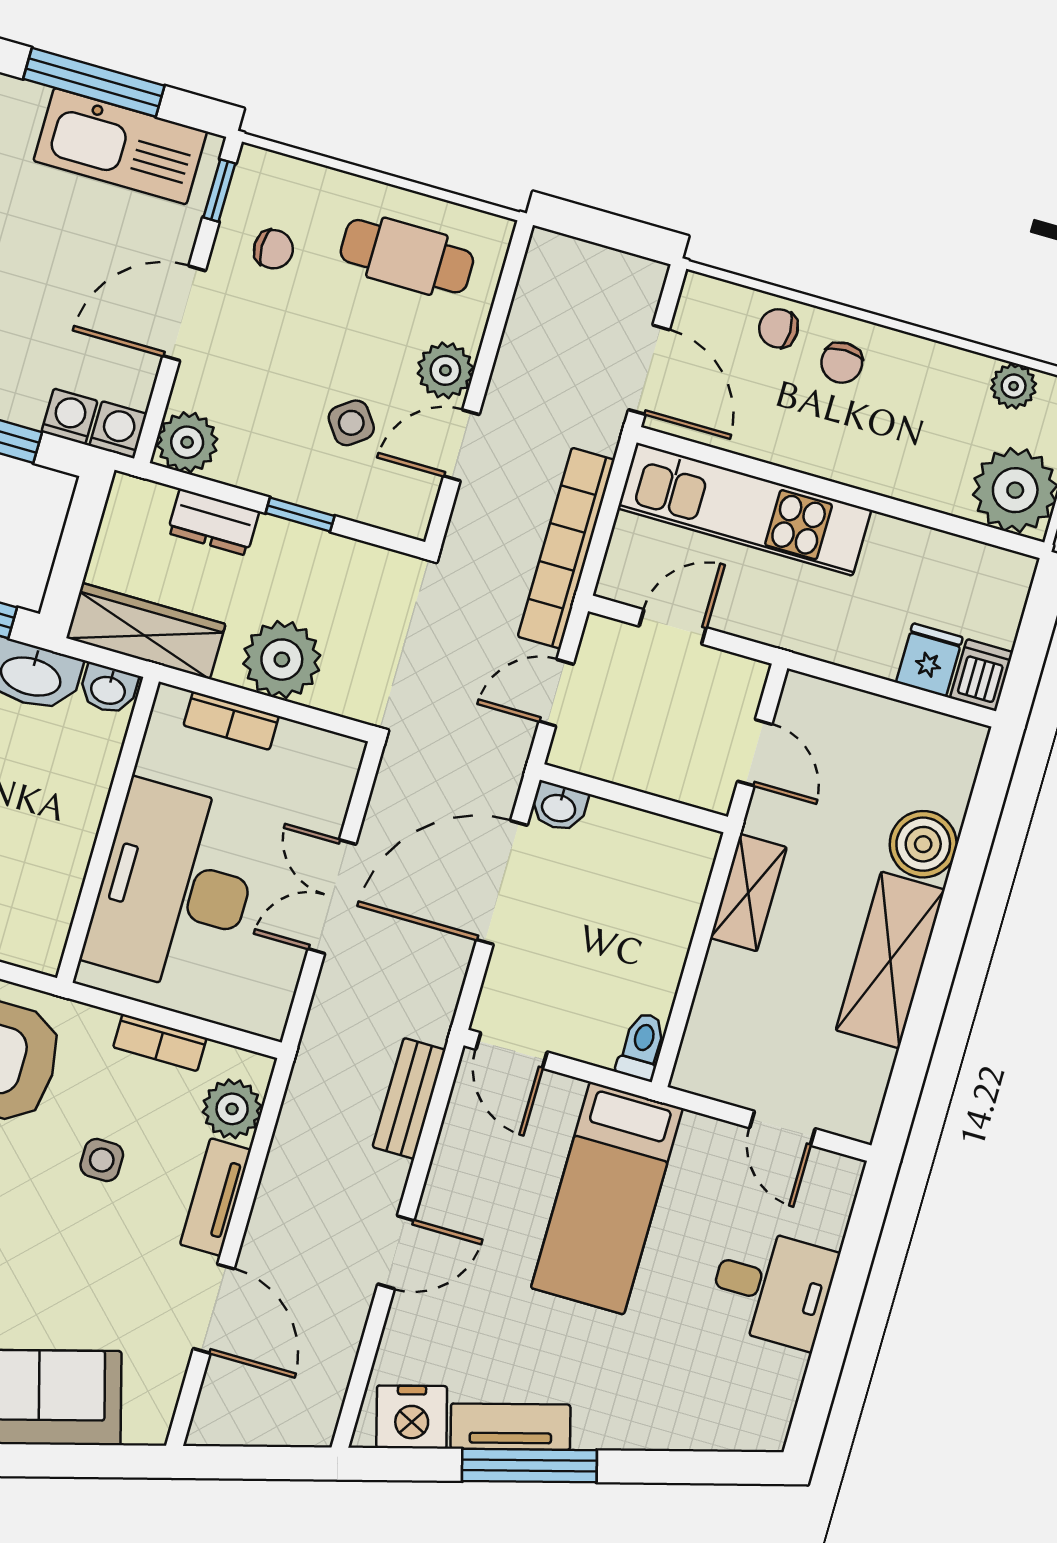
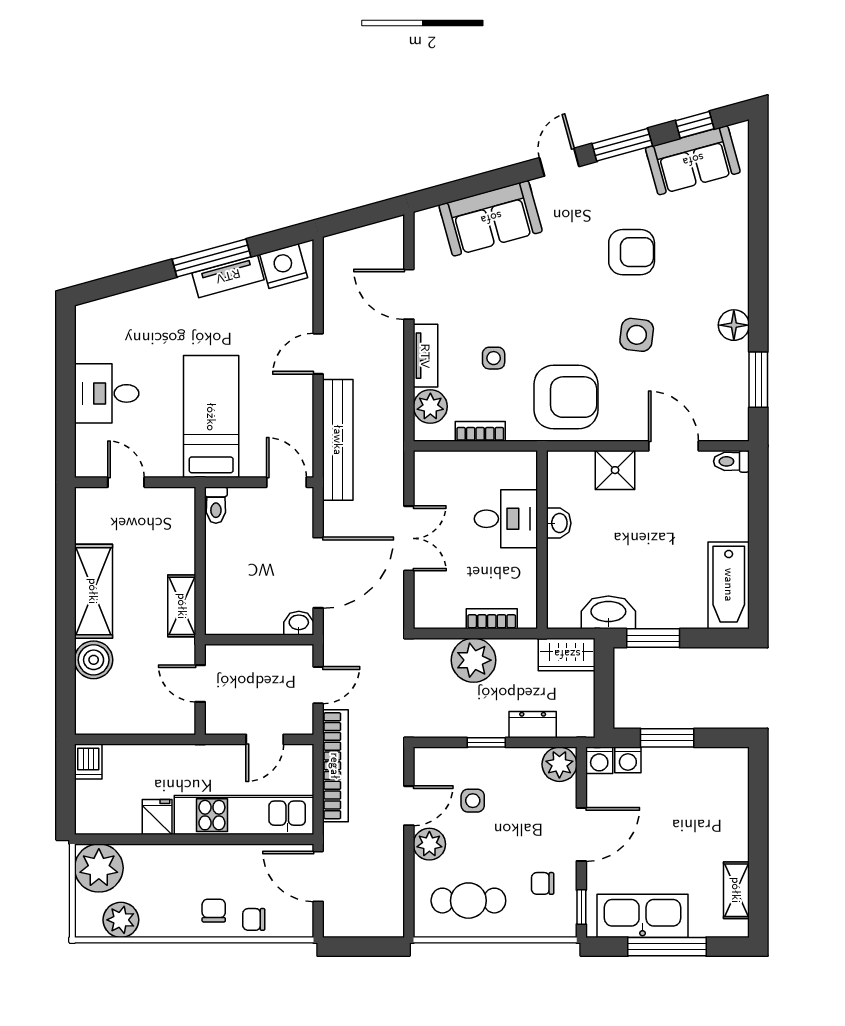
chair: (778, 328) -> (254, 919), turned 180
plant: (1014, 386) -> (121, 920), width x1.38, depth x1.38
side table: (351, 423) -> (473, 801), turned 36
wardrobe: (146, 631) -> (567, 654), width x0.67
fridge: (929, 660) -> (157, 817), moved, turned 180
washbasin: (108, 689) -> (559, 523), moved, turned 90
desk: (175, 887) -> (506, 519), width x0.53, depth x0.77
bench: (409, 1098) -> (338, 440), width x1.86, depth x1.21

